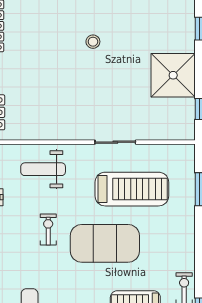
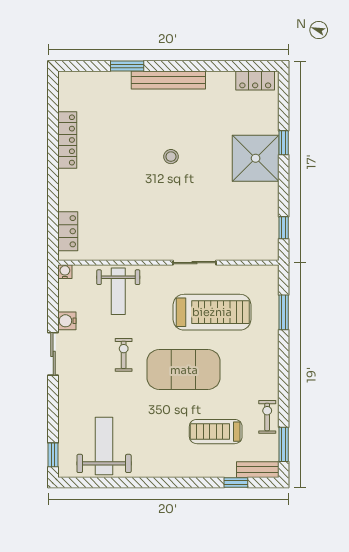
shower: (173, 75) -> (256, 158), moved
weight bench: (43, 169) -> (118, 291), turned -90

